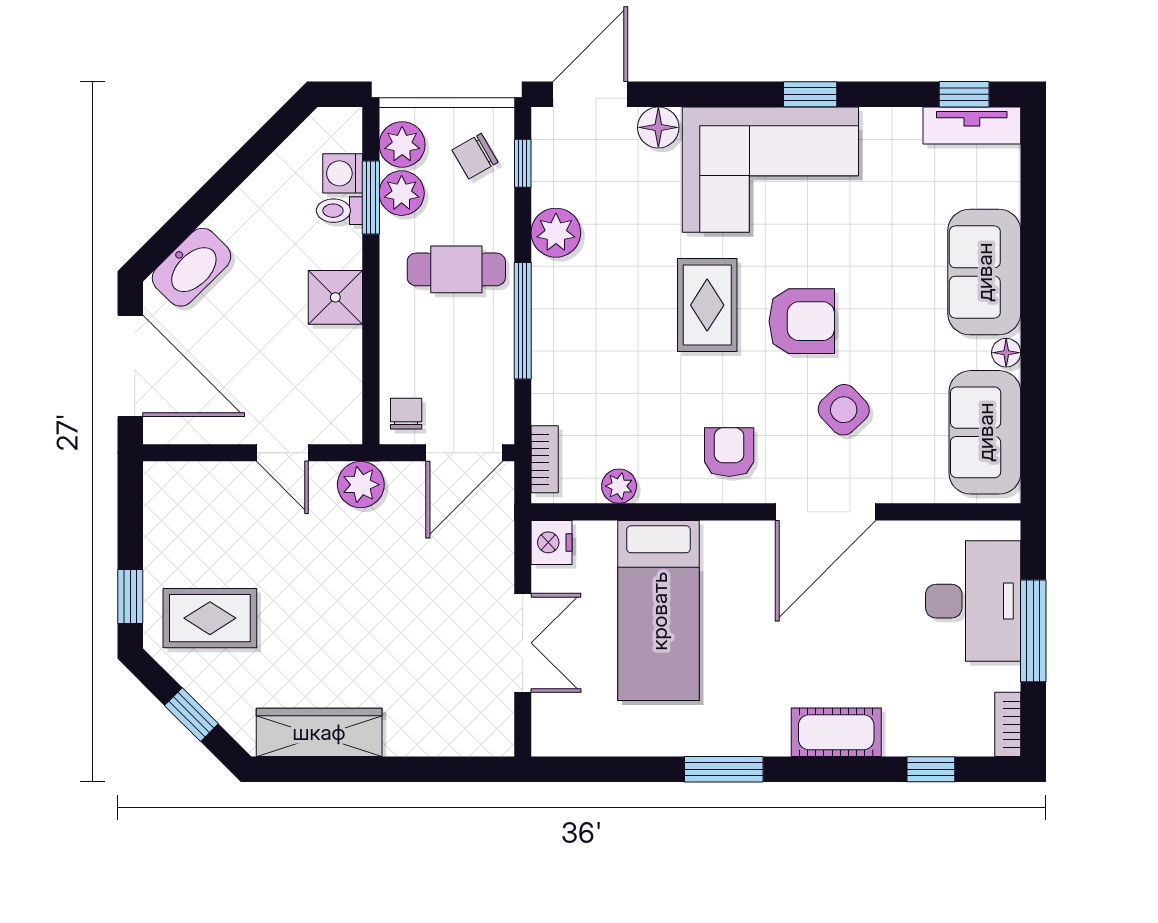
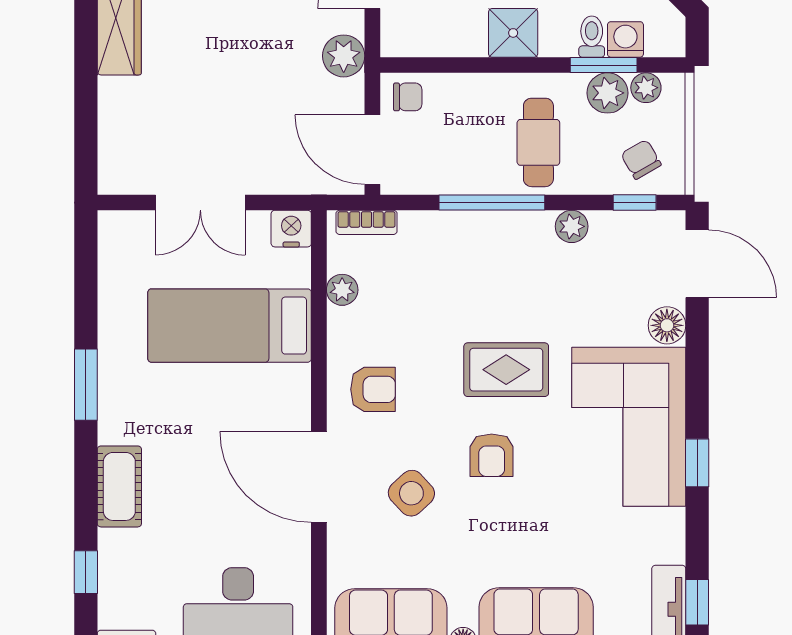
plant: (402, 144) -> (646, 88), width x0.73, depth x0.73
plant: (556, 233) -> (572, 226), width x0.73, depth x0.73
armchair: (802, 321) -> (492, 455), width x0.72, depth x0.72

